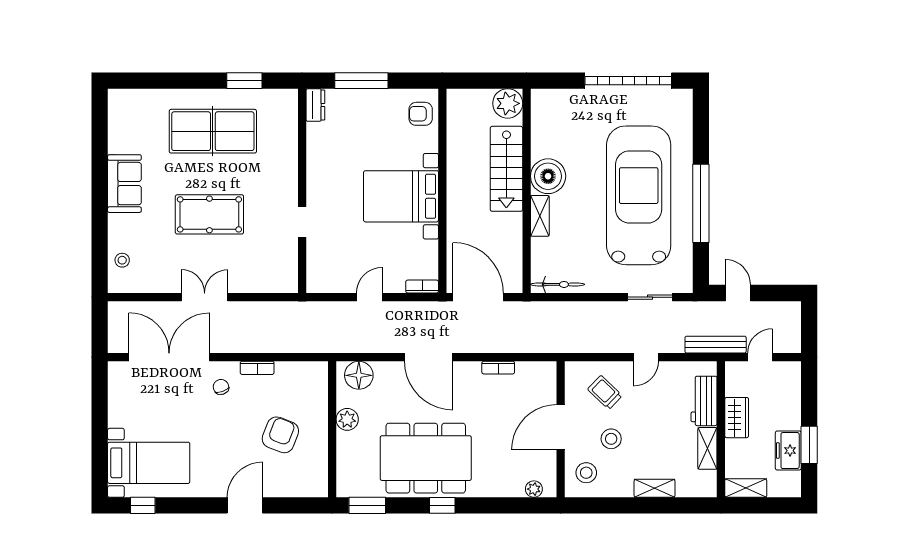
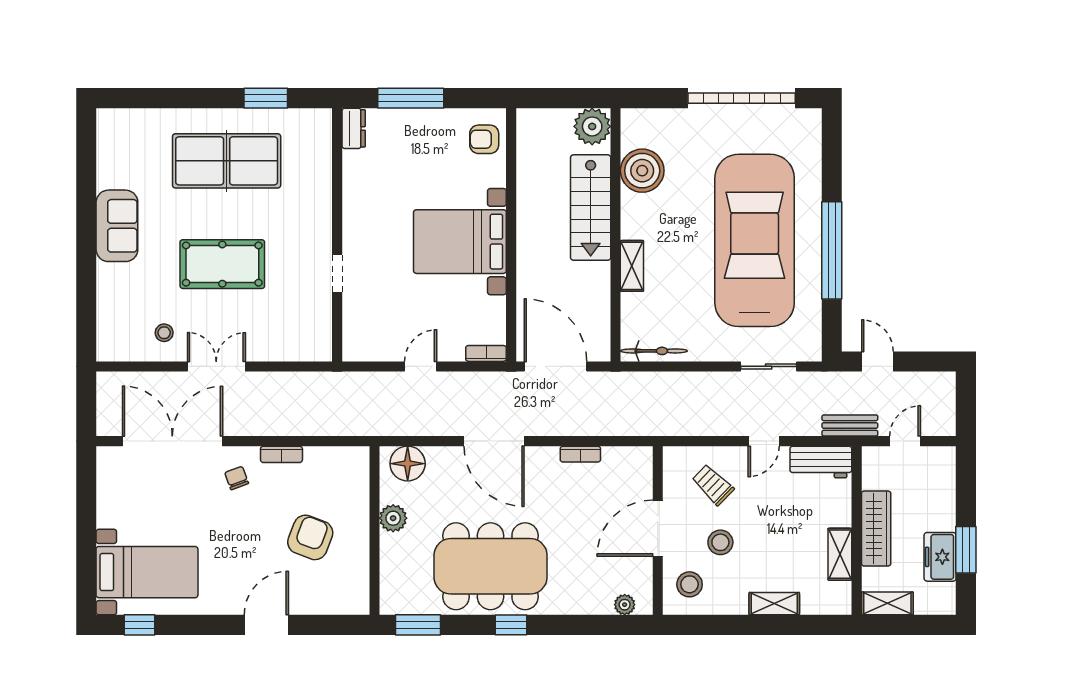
boiler: (548, 176) -> (642, 171), moved
stool: (122, 260) -> (164, 333), moved
bench: (716, 345) -> (850, 425), width x0.73
workbench: (704, 401) -> (821, 462), moved, turned -90
wardrobe: (737, 418) -> (876, 529), width x1.50

